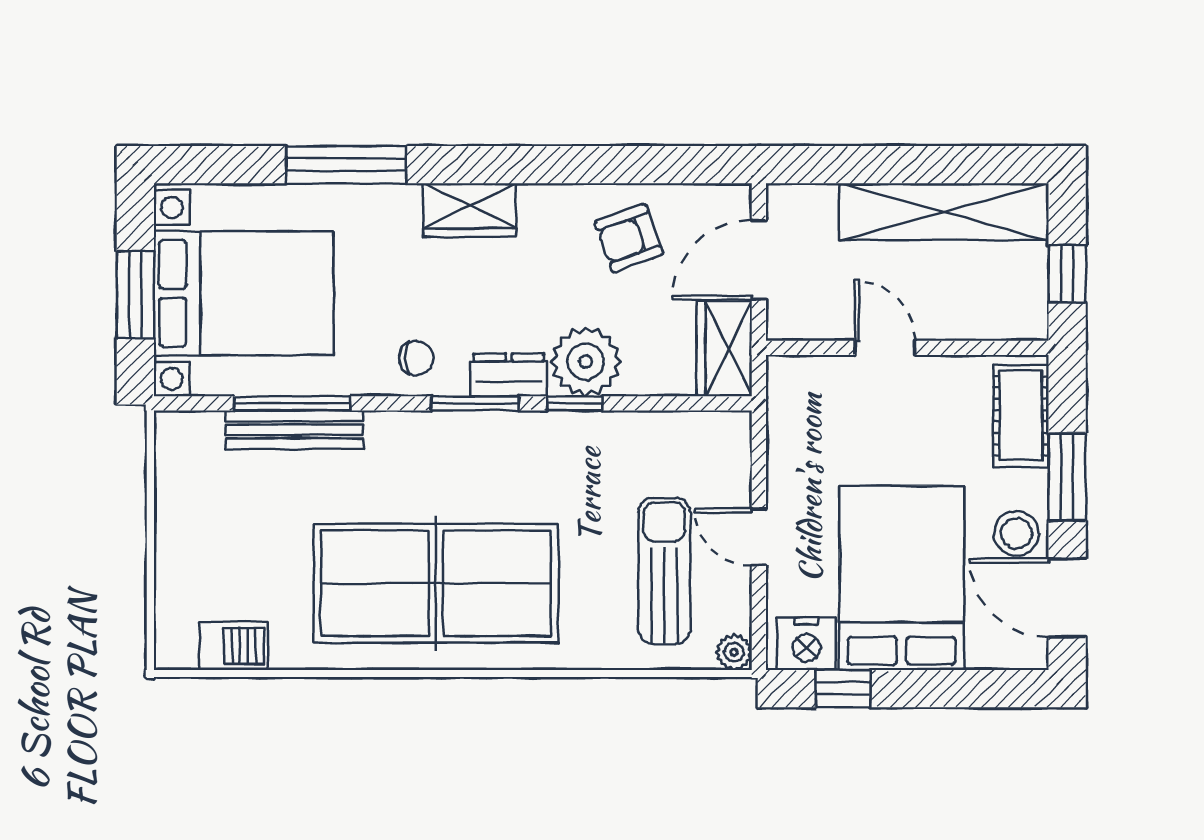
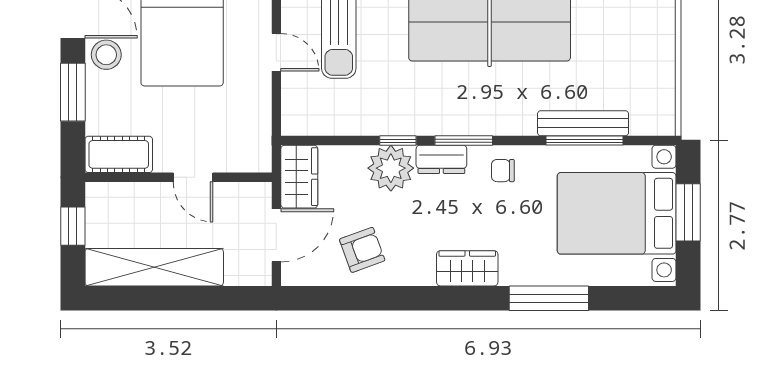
cot: (1021, 416) -> (119, 154), moved, turned 90

